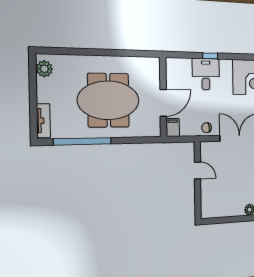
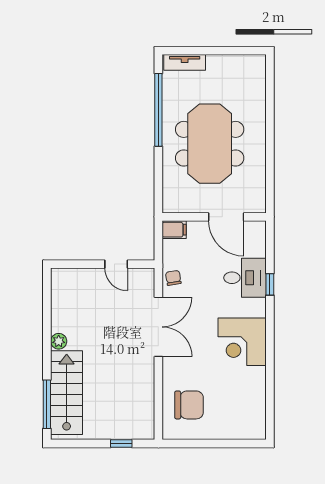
plant: (44, 69) -> (248, 65), removed
door: (163, 103) -> (226, 217), moved
door: (197, 170) -> (116, 264), hinge flipped

